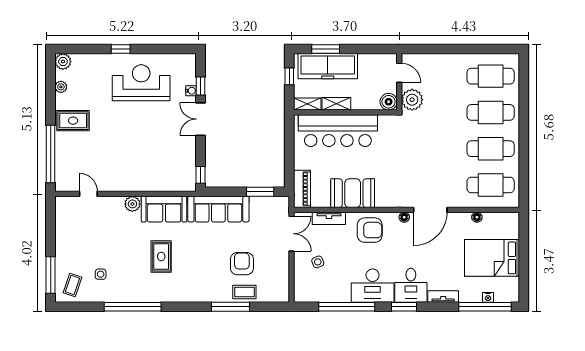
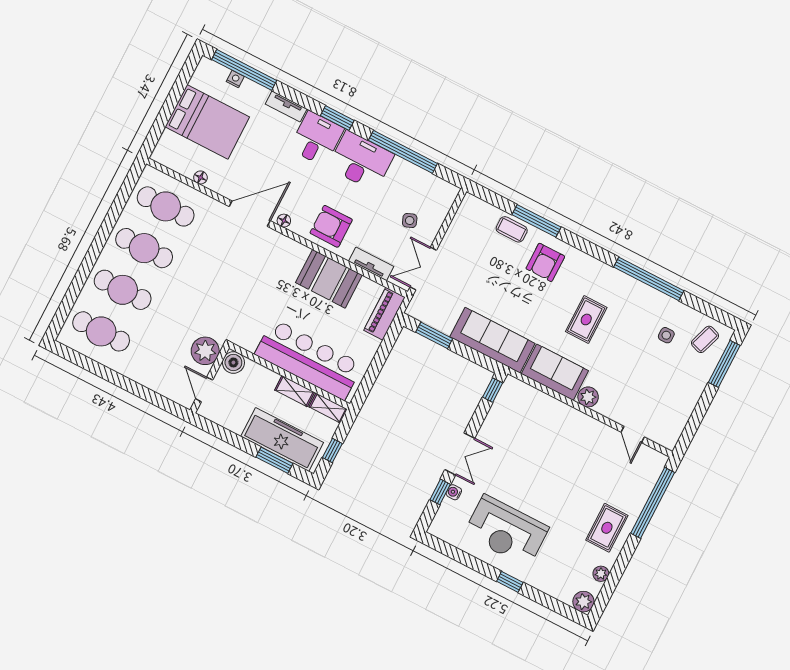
rug: (73, 121) -> (607, 528), turned 90
armchair: (242, 264) -> (545, 262), moved

